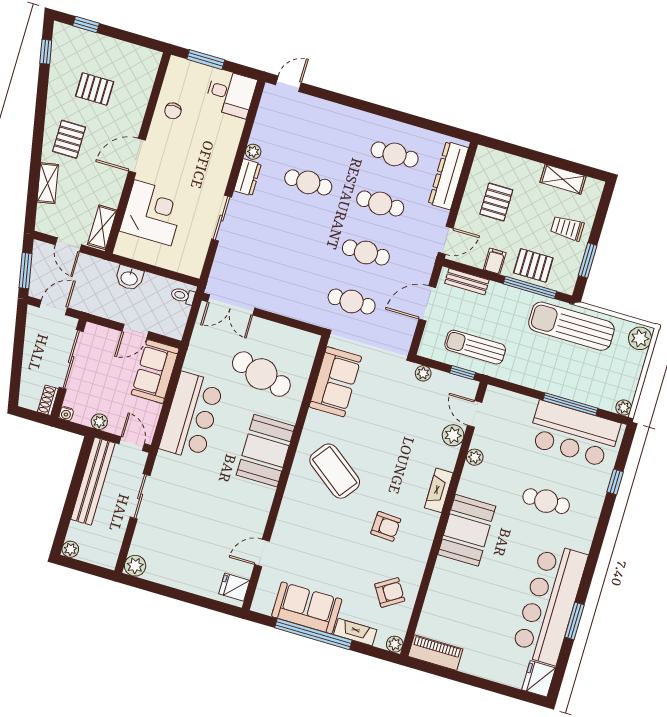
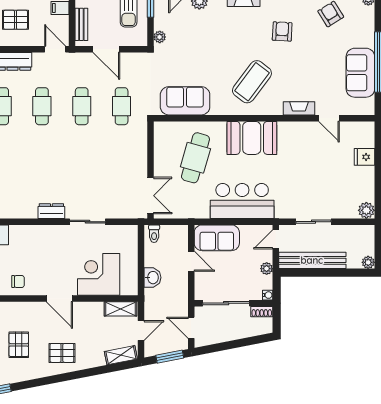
plant: (253, 152) -> (31, 213), removed
cafe table: (308, 182) -> (42, 165), removed
shelving: (48, 183) -> (121, 355), moved
fridge: (234, 587) -> (364, 157), moved, turned 90
fireplace: (355, 632) -> (299, 108), moved, turned 90

